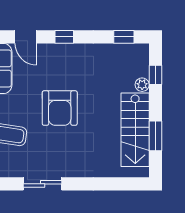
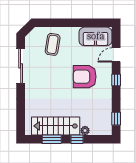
window: (155, 75) -> (77, 139), moved
armchair: (60, 108) -> (85, 77), moved
sliding door: (43, 184) -> (21, 66), width x1.37

